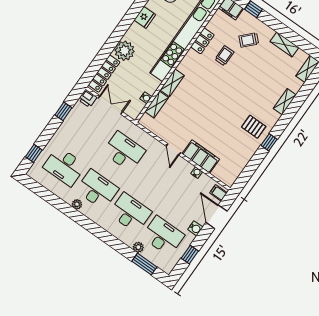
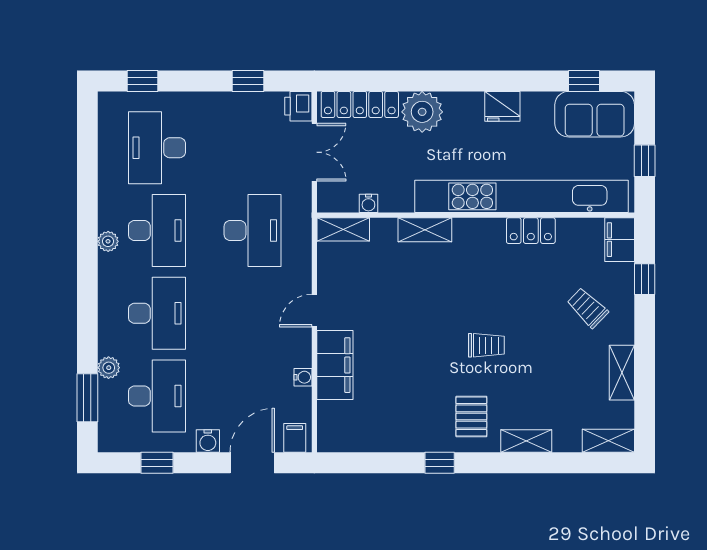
trolley: (224, 56) -> (486, 345), moved
shelving: (157, 105) -> (343, 229), moved
pallet: (254, 127) -> (471, 417), moved
plant: (77, 204) -> (108, 241), moved

